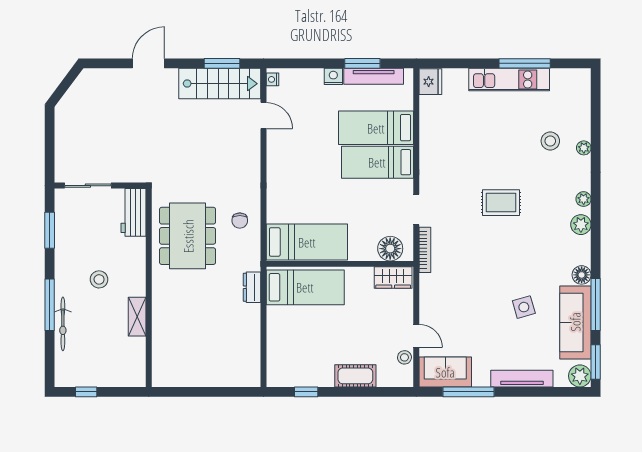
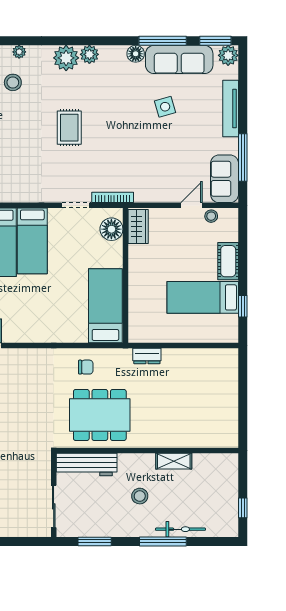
plant: (584, 199) -> (66, 58), width x1.87, depth x1.87
workbench: (134, 212) -> (87, 464), width x1.38
bed: (305, 287) -> (203, 297), moved, turned -90

